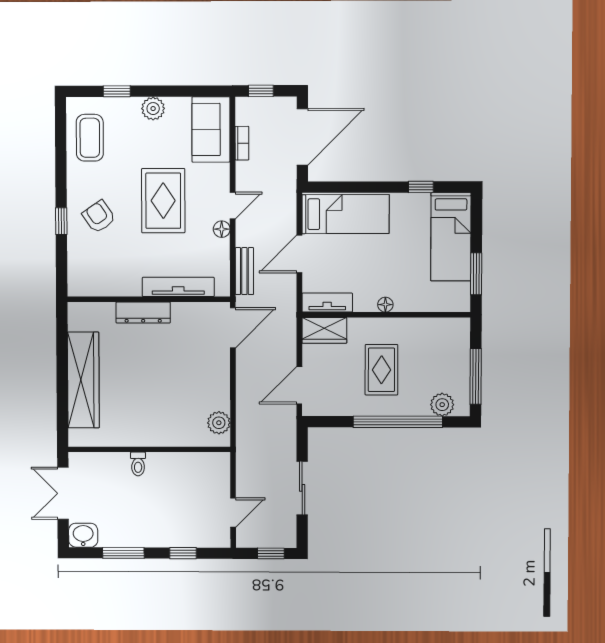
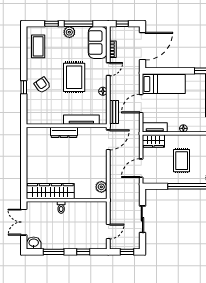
window: (172, 91) -> (78, 24), added
door: (233, 205) -> (108, 69), moved
wardrobe: (83, 380) -> (50, 191), moved, turned -90

